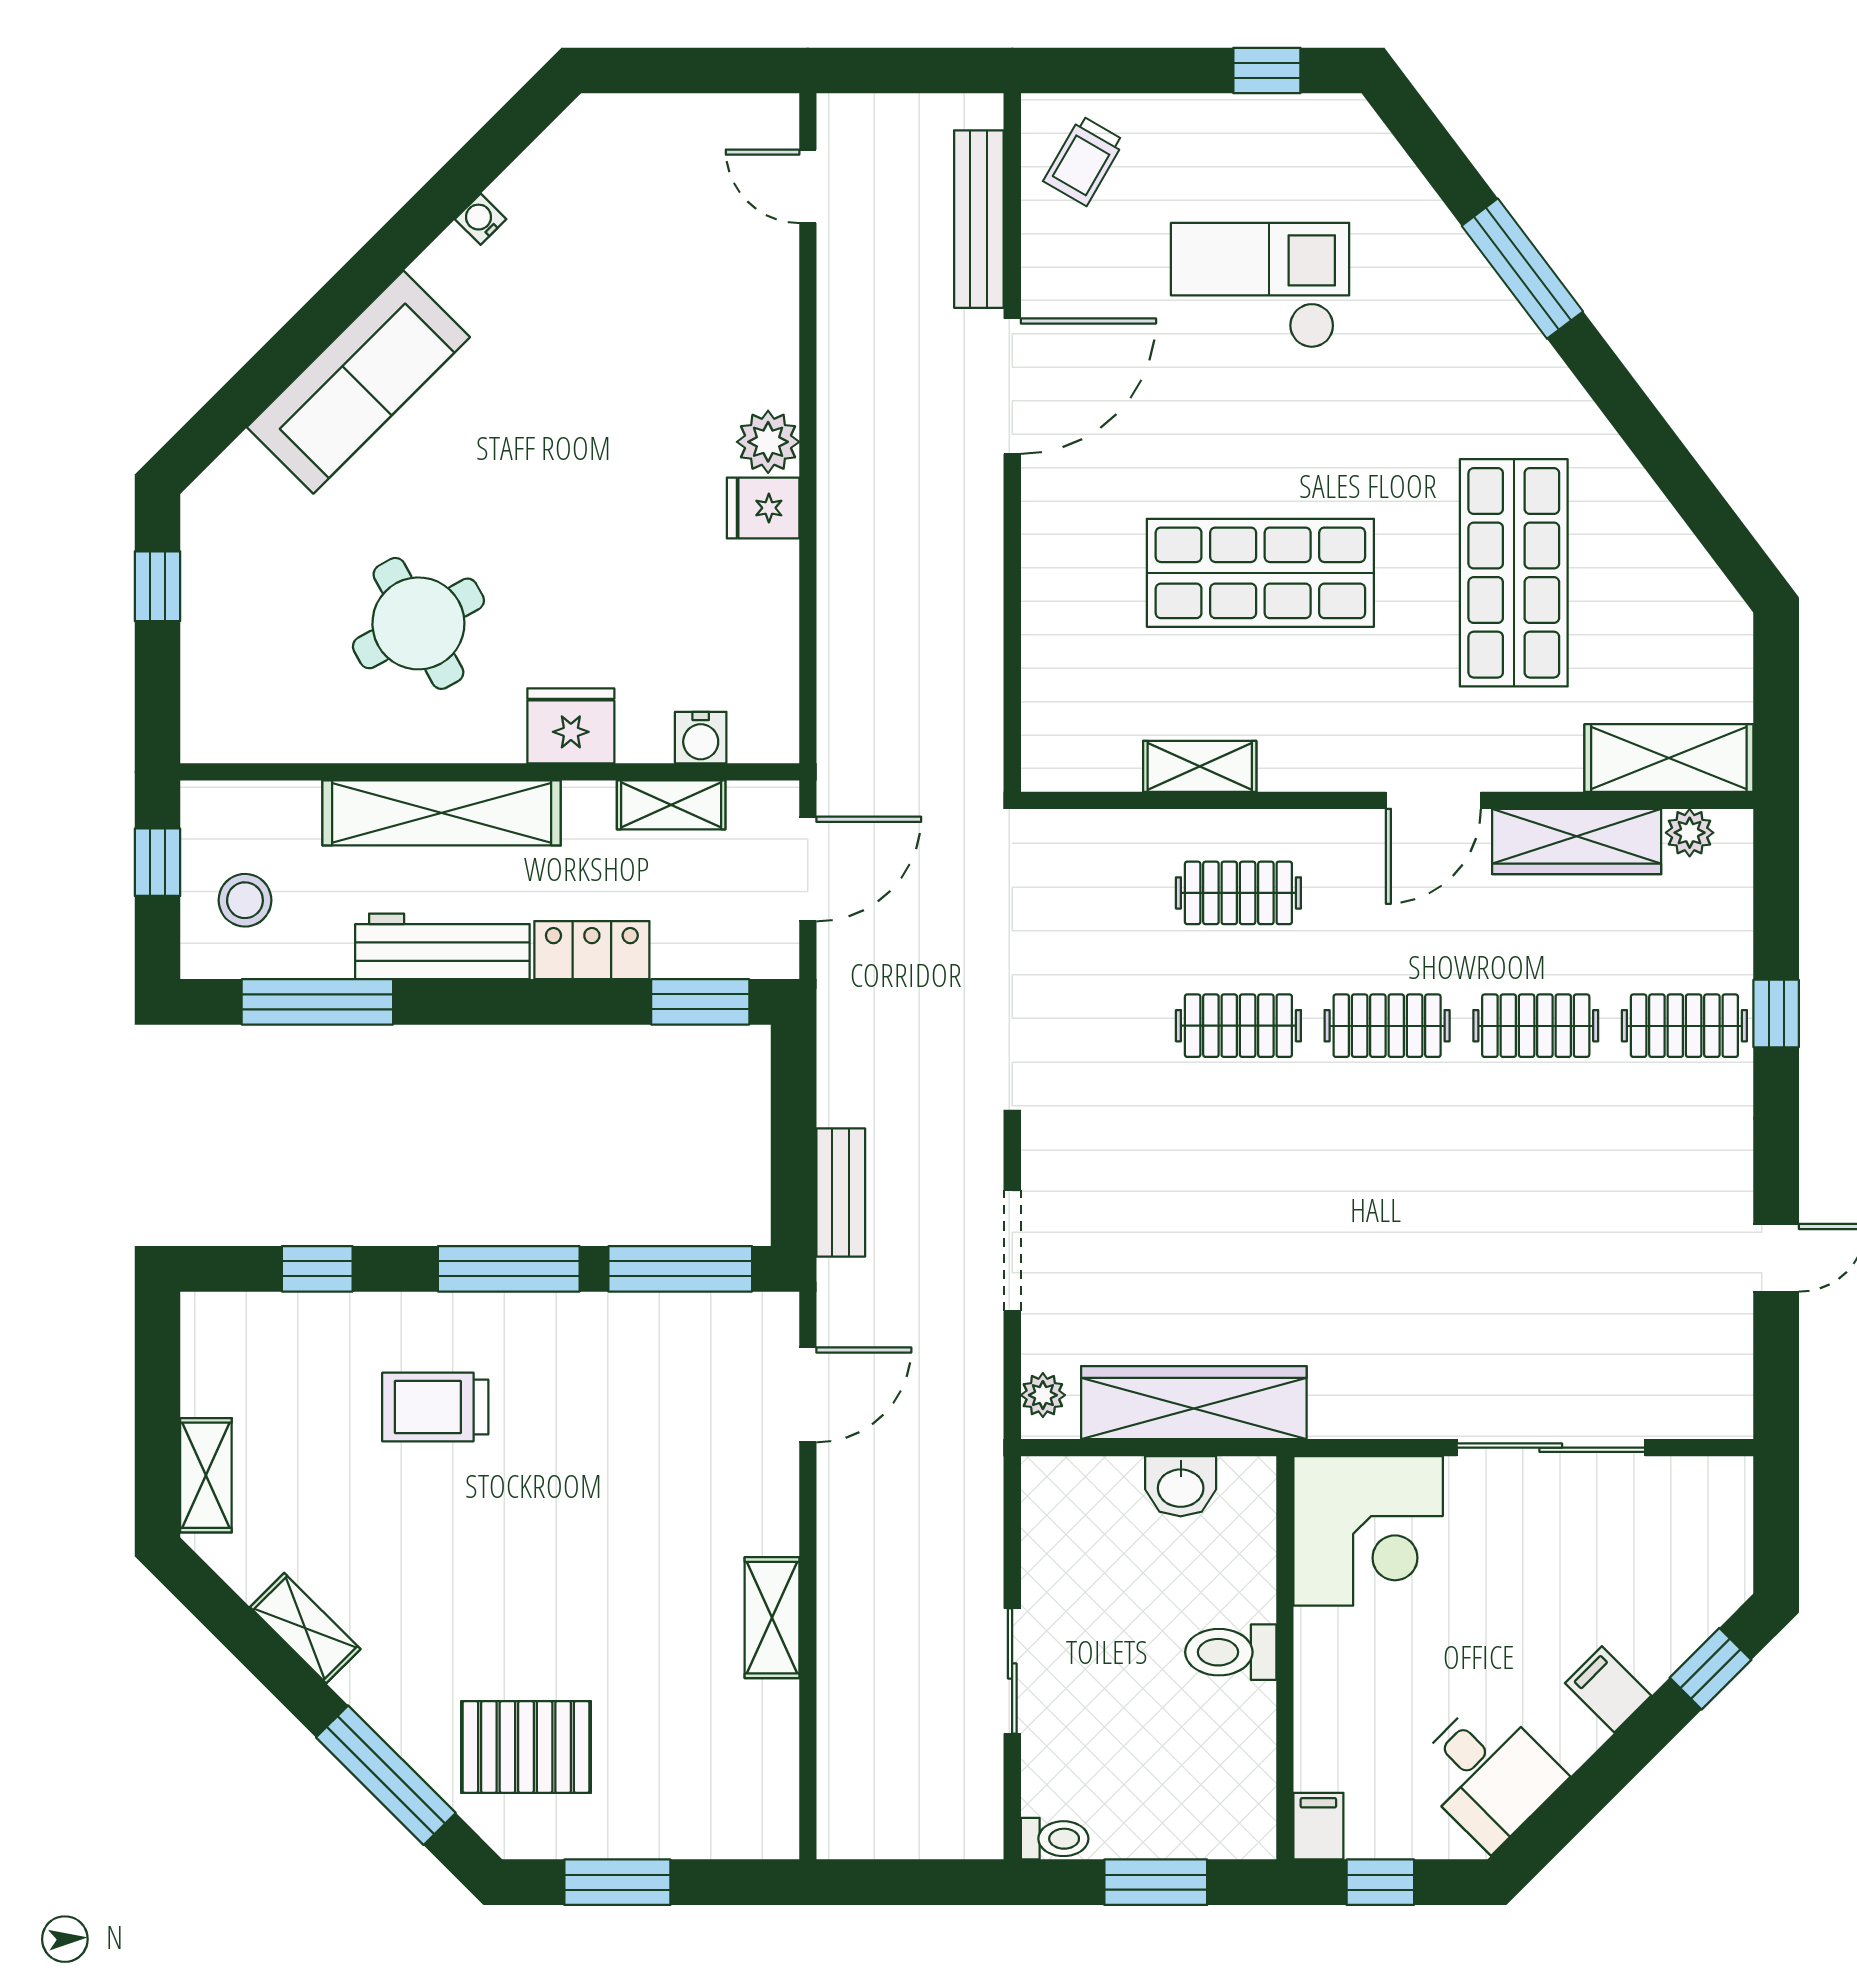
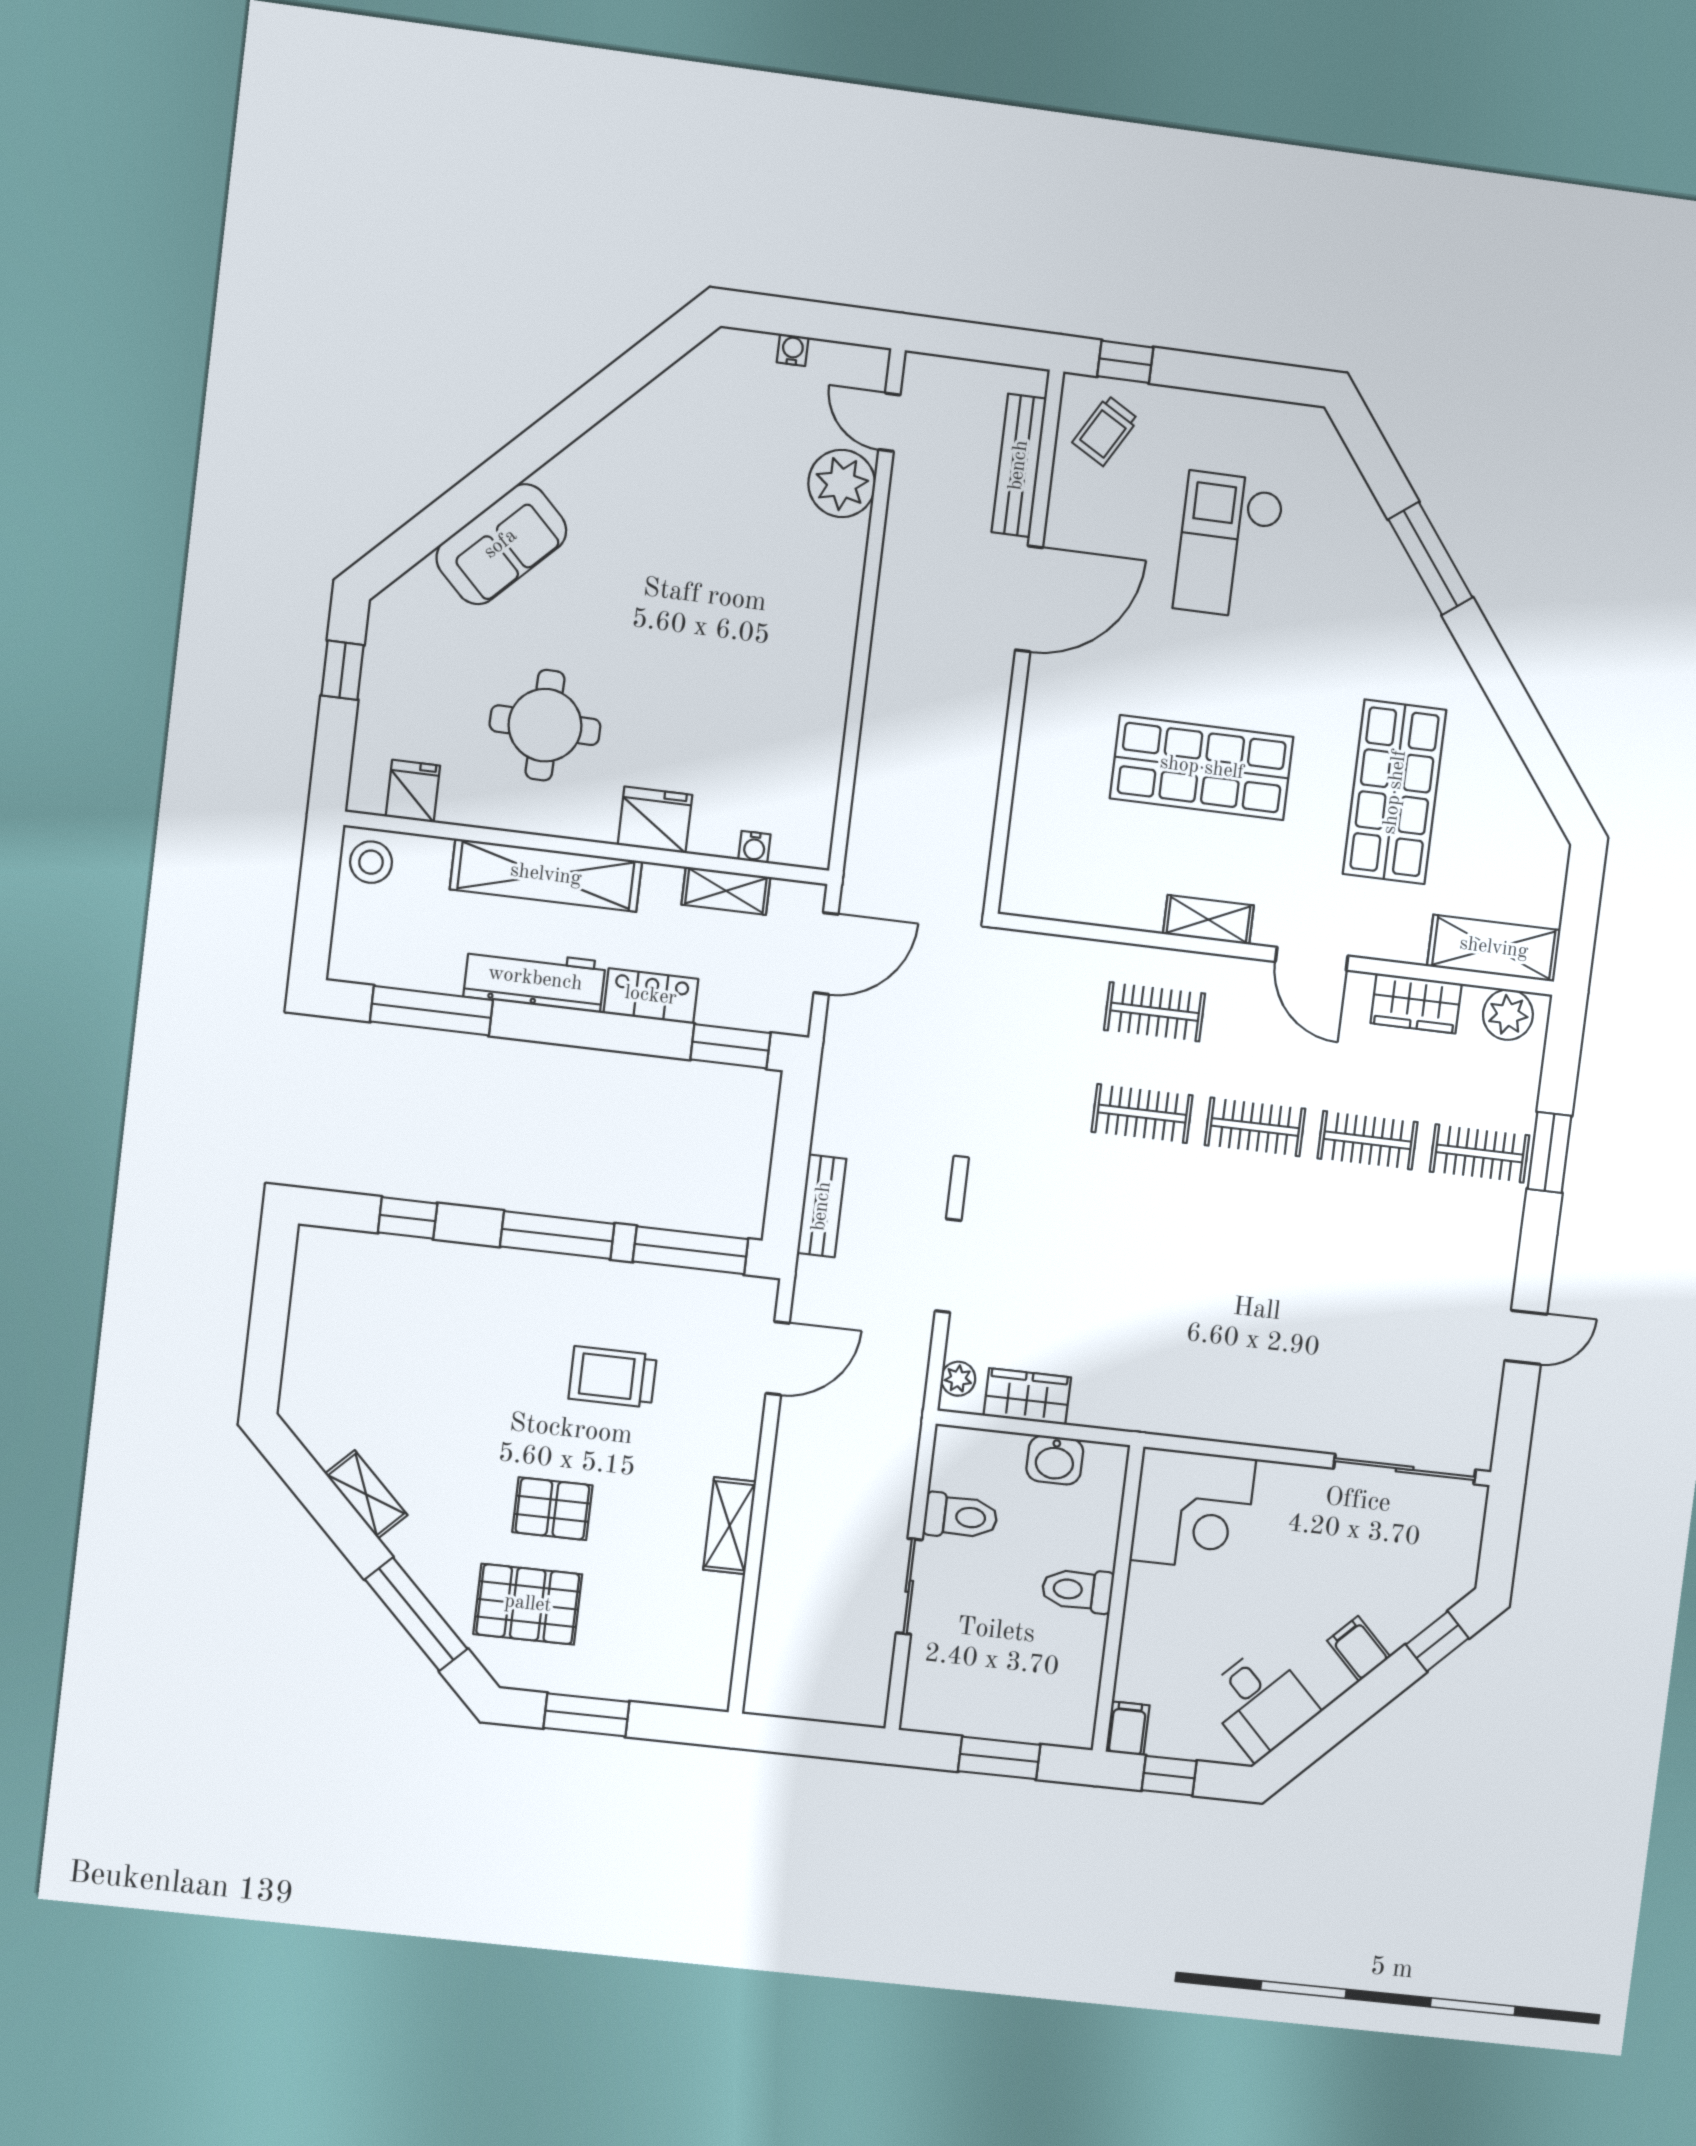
window: (1267, 71) -> (1125, 362), moved
water cooler: (481, 219) -> (793, 350), moved, turned 45
checkout: (1260, 285) -> (1229, 545), turned -90
sofa: (358, 382) -> (501, 544), width x0.73
plant: (768, 442) -> (842, 483), moved, width x1.36, depth x1.36
fridge: (763, 508) -> (413, 791), moved, turned 90
round table: (418, 623) -> (545, 725), turned 30
water cooler: (701, 738) -> (754, 847), width x0.72, depth x0.72
shelving: (1200, 766) -> (1208, 920), moved
door: (1433, 800) -> (1312, 959), hinge flipped
plant: (1690, 833) -> (1508, 1015), width x1.38, depth x1.38
wardrobe: (1577, 841) -> (1416, 1003), width x0.67
window: (158, 862) -> (318, 887), removed
stool: (245, 900) -> (371, 862), moved
window: (1776, 1013) -> (1550, 1152), width x1.50
wardrobe: (1194, 1403) -> (1027, 1396), width x0.48, depth x0.85
trolley: (435, 1407) -> (613, 1377), moved
sliding door: (1551, 1448) -> (1405, 1469), moved
shelving: (206, 1475) -> (302, 1368), removed
pallet: (543, 1621) -> (552, 1509), added
toilet: (1055, 1839) -> (961, 1516), moved, width x1.37, depth x1.39

